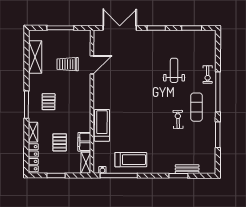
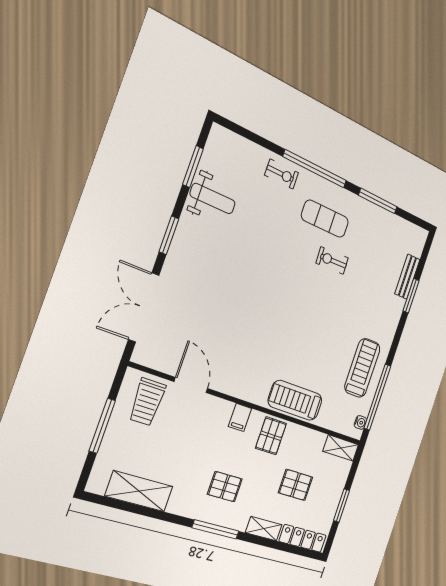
trolley: (68, 64) -> (147, 402), moved
weight bench: (174, 70) -> (213, 199), moved, turned 180
pallet: (80, 118) -> (271, 436), added
filing cabinet: (84, 142) -> (240, 417), moved, width x0.50

